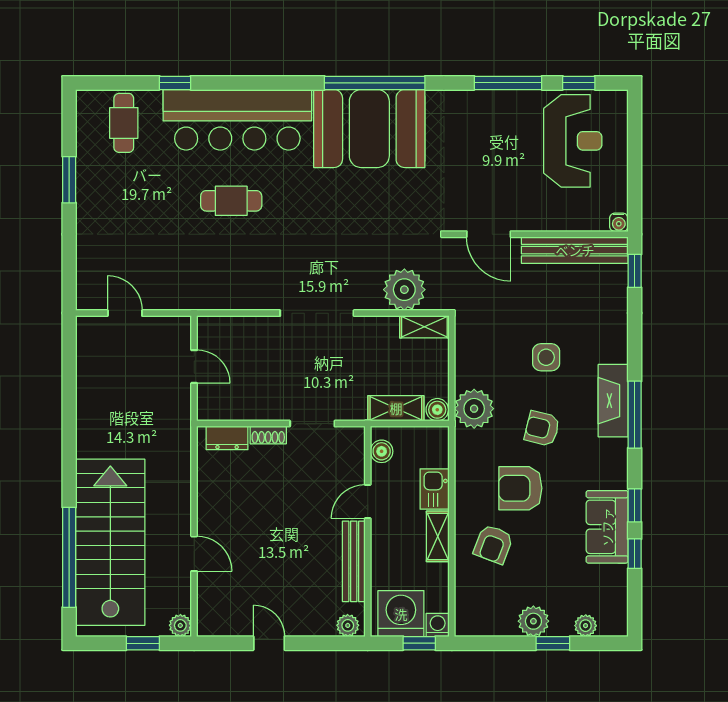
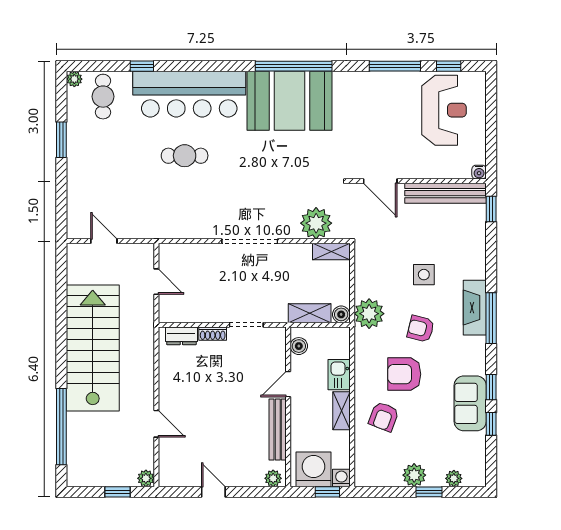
plant: (86, 100) -> (74, 79), added
stairs: (110, 542) -> (93, 348), moved

